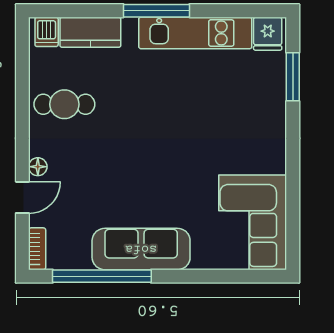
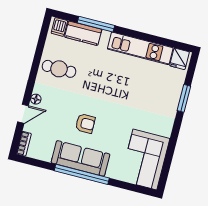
window: (156, 11) -> (96, 24), moved
window: (293, 77) -> (184, 98), moved
armchair: (134, 187) -> (85, 123), added
window: (102, 276) -> (82, 174), moved

